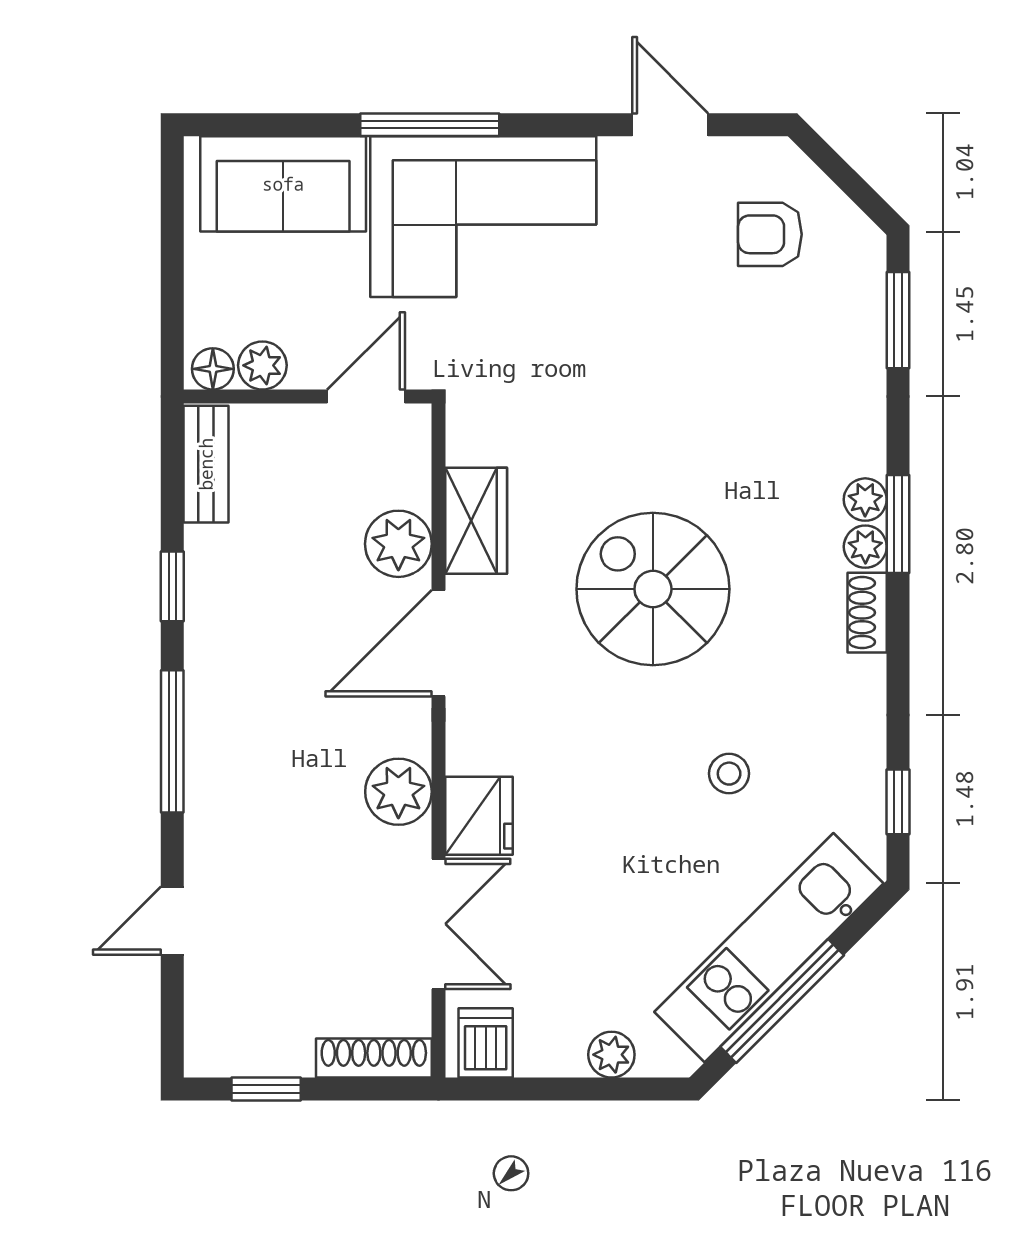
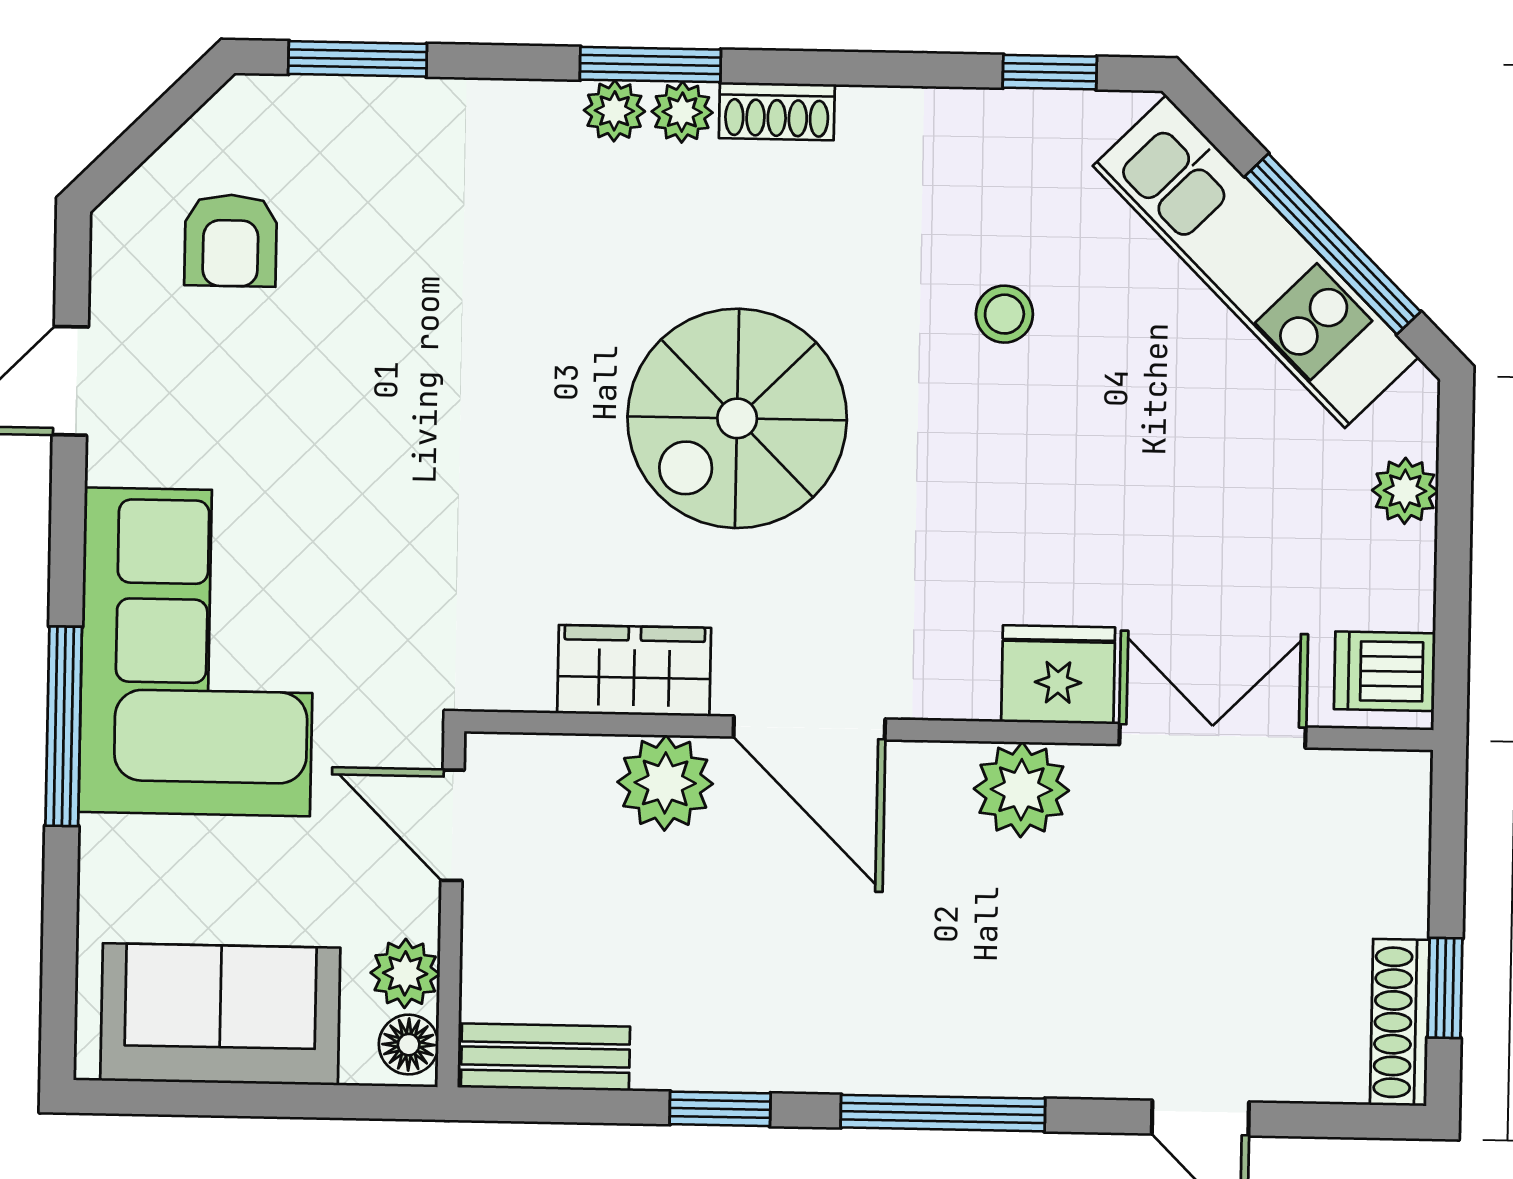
sofa: (283, 184) -> (220, 1014), moved, turned -90
shoe rack: (374, 1058) -> (1400, 1022), moved

